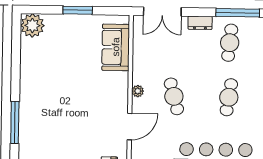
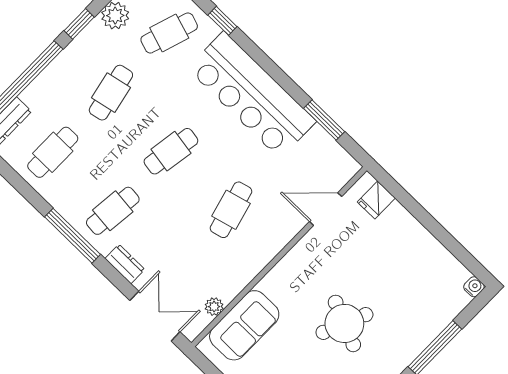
plant: (138, 91) -> (214, 307), moved
round table: (69, 93) -> (344, 323), added
door: (129, 127) -> (326, 209), moved

